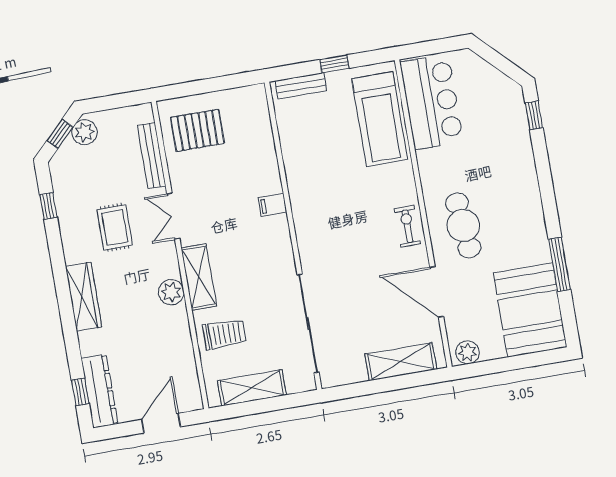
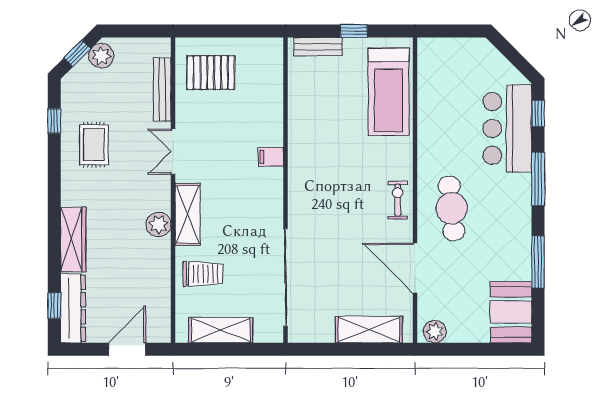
bar counter: (432, 102) -> (507, 128), moved, turned 180
window: (545, 181) -> (538, 179), added
rug: (115, 227) -> (94, 145), moved
wardrobe: (84, 297) -> (73, 240), moved
booth: (530, 310) -> (511, 312), width x0.73, depth x0.70

